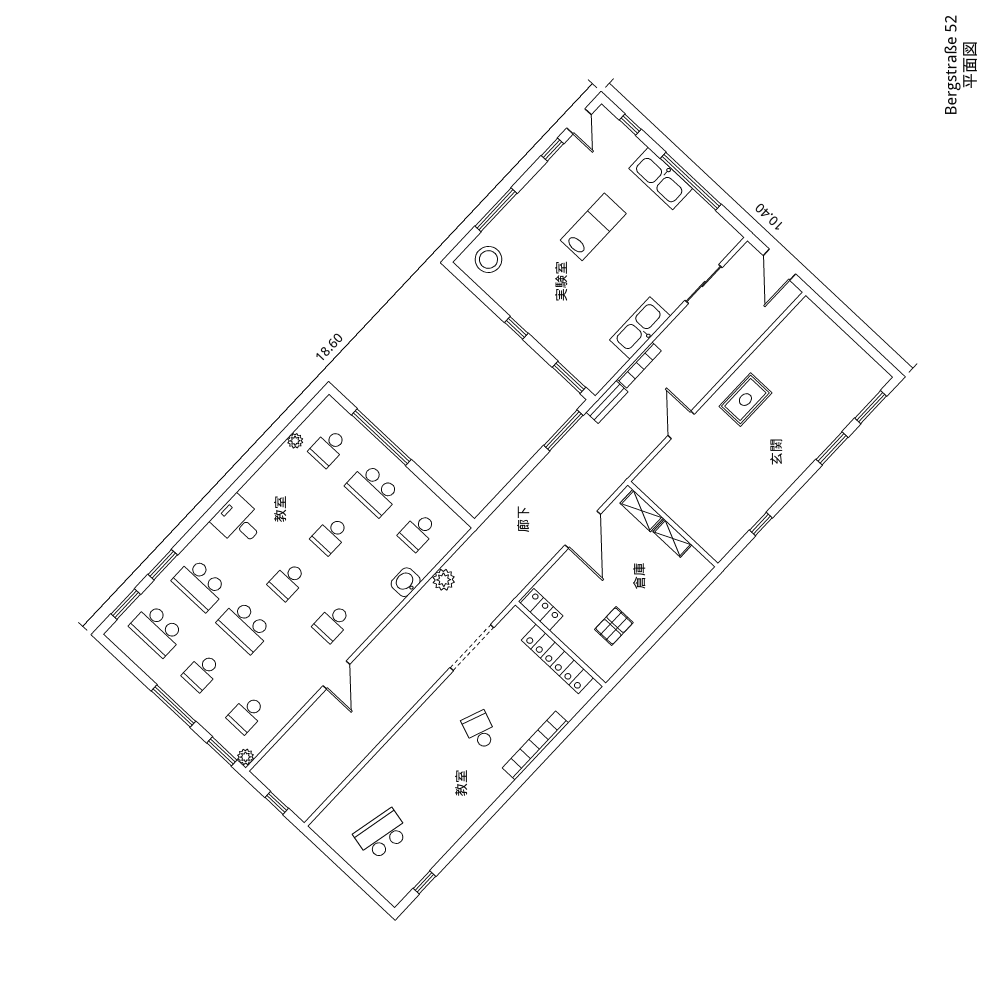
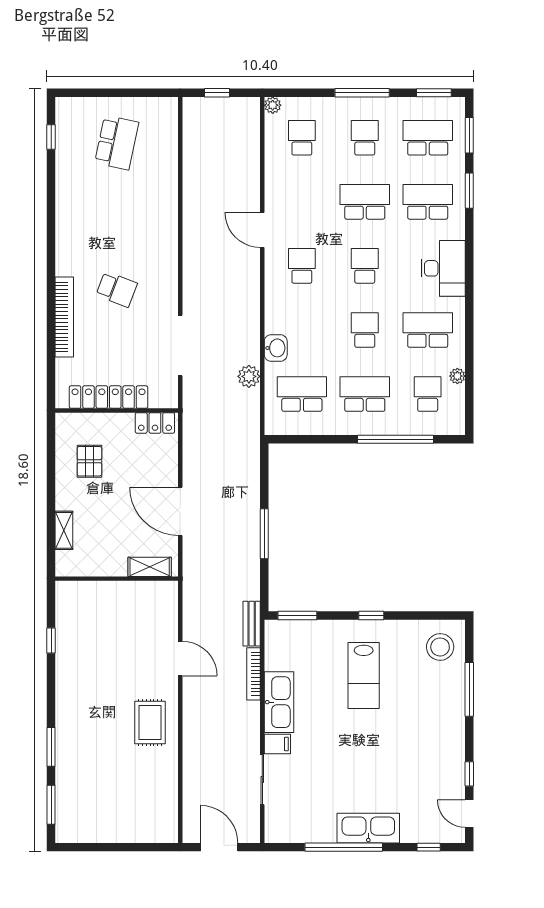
lab bench: (593, 227) -> (364, 676), moved
filing cabinet: (669, 299) -> (277, 744), added
window: (563, 430) -> (264, 534), moved
school desk: (285, 493) -> (428, 330), added
desk: (238, 521) -> (443, 268), width x1.37
school desk: (418, 532) -> (302, 394), width x1.85
shelving: (672, 538) -> (64, 530), moved, turned 90
window: (222, 751) -> (434, 93), moved

